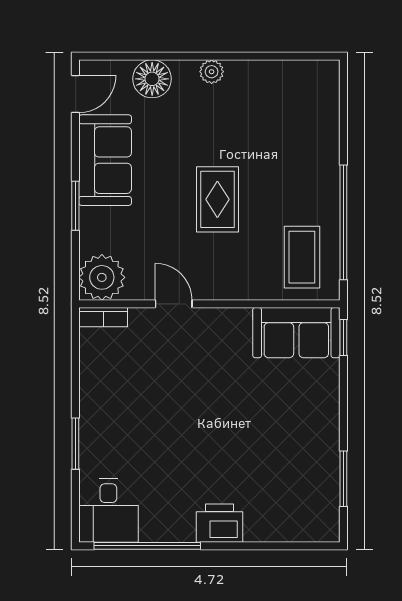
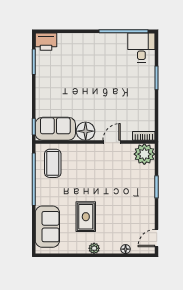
floor lamp: (152, 79) -> (126, 249), width x0.53, depth x0.53
sofa: (105, 160) -> (47, 227), moved, turned 180
rug: (217, 199) -> (86, 217), moved
door: (174, 304) -> (112, 142), swing flipped
floor lamp: (230, 327) -> (86, 131), added
printer: (219, 523) -> (46, 42), moved

